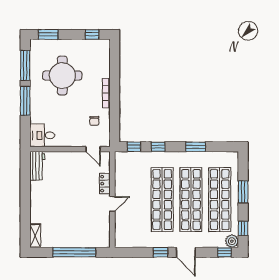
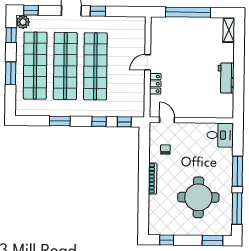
workbench: (37, 166) -> (226, 78), moved

